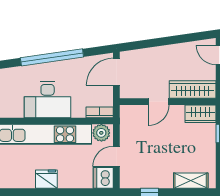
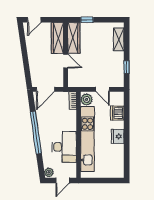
door: (116, 72) -> (45, 89), hinge flipped
desk: (48, 100) -> (64, 147), moved
wardrobe: (201, 114) -> (74, 38), width x1.50
dishwasher: (103, 178) -> (117, 113), moved, turned 90

